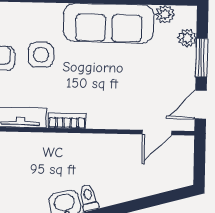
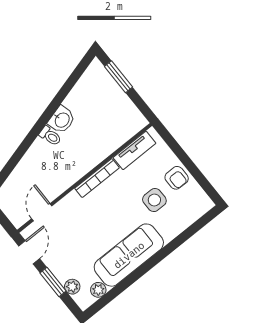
bookcase: (67, 121) -> (97, 178), width x1.56

